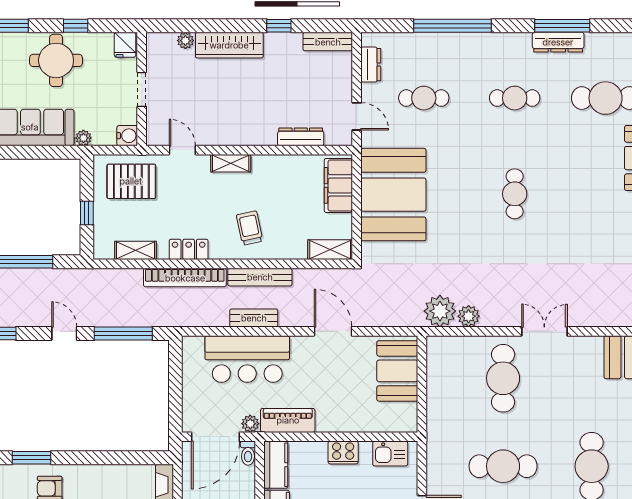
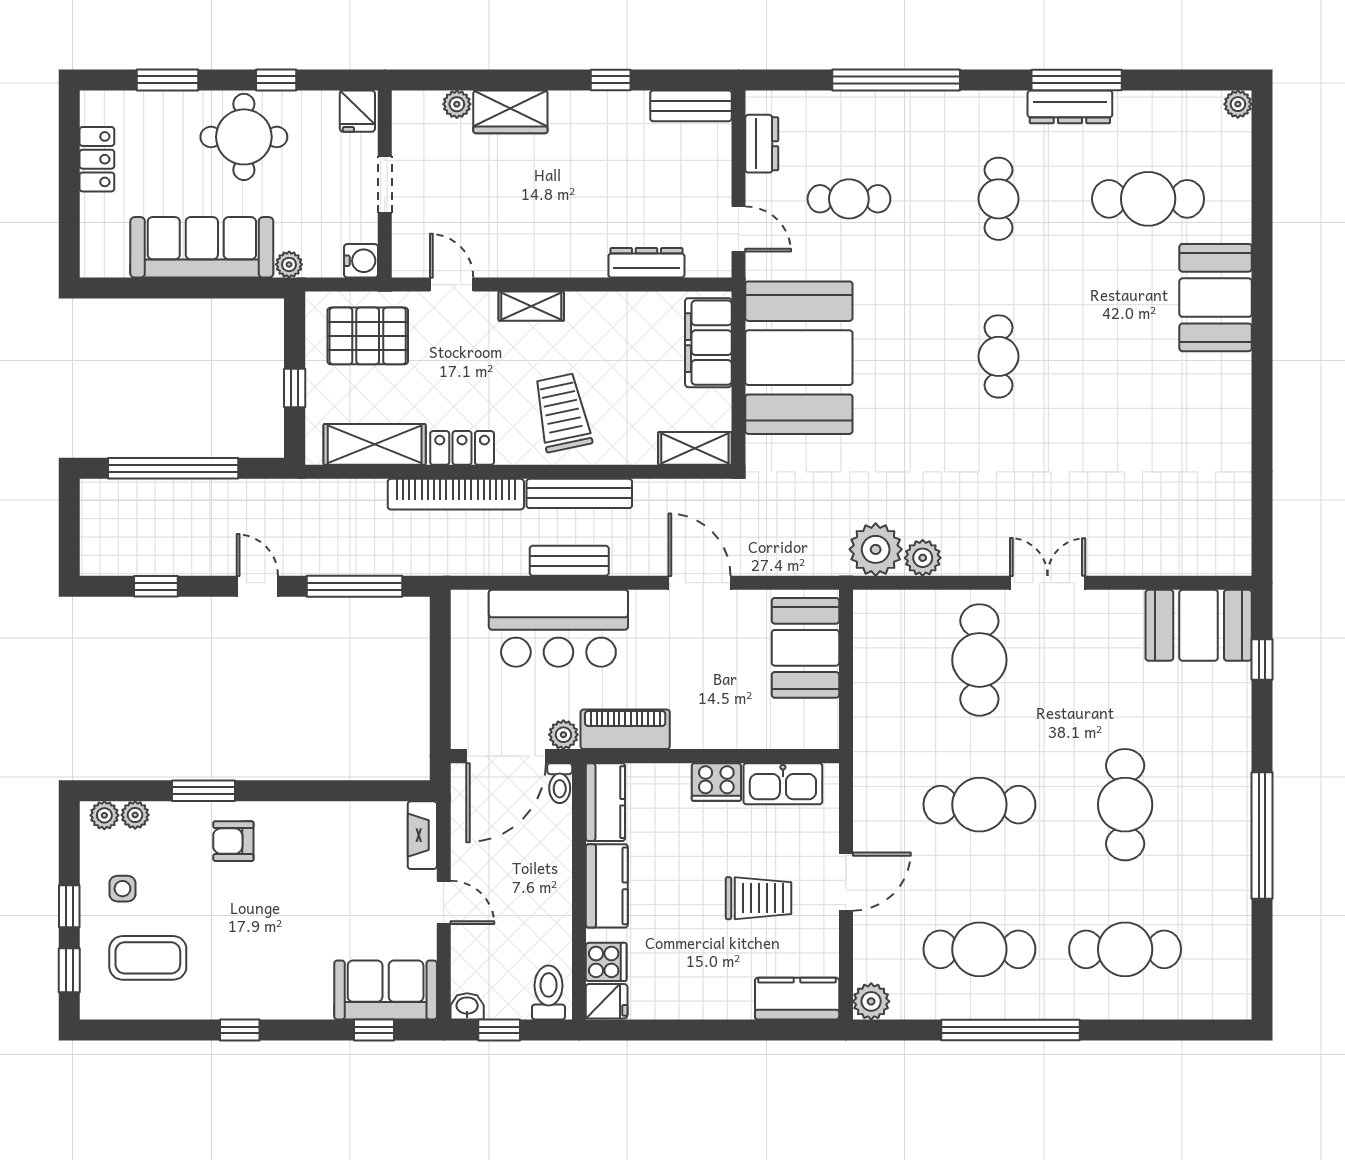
wardrobe: (229, 45) -> (510, 112), width x0.67
cafe table: (515, 98) -> (999, 199), turned 90
trolley: (250, 228) -> (562, 413), width x1.36, depth x1.39
shelving: (136, 250) -> (375, 444), width x1.50, depth x1.33
kitchen sink: (390, 454) -> (783, 784), width x1.38

